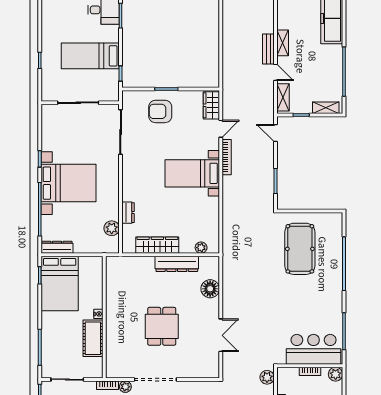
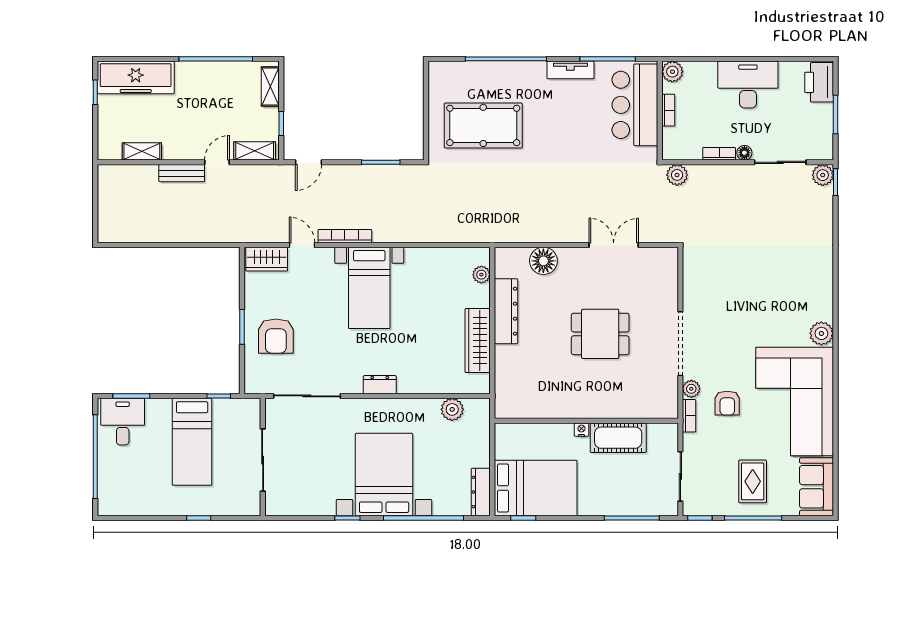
shelving: (283, 43) -> (142, 151), moved
dresser: (128, 213) -> (380, 385), moved
tv unit: (337, 307) -> (570, 70), added

